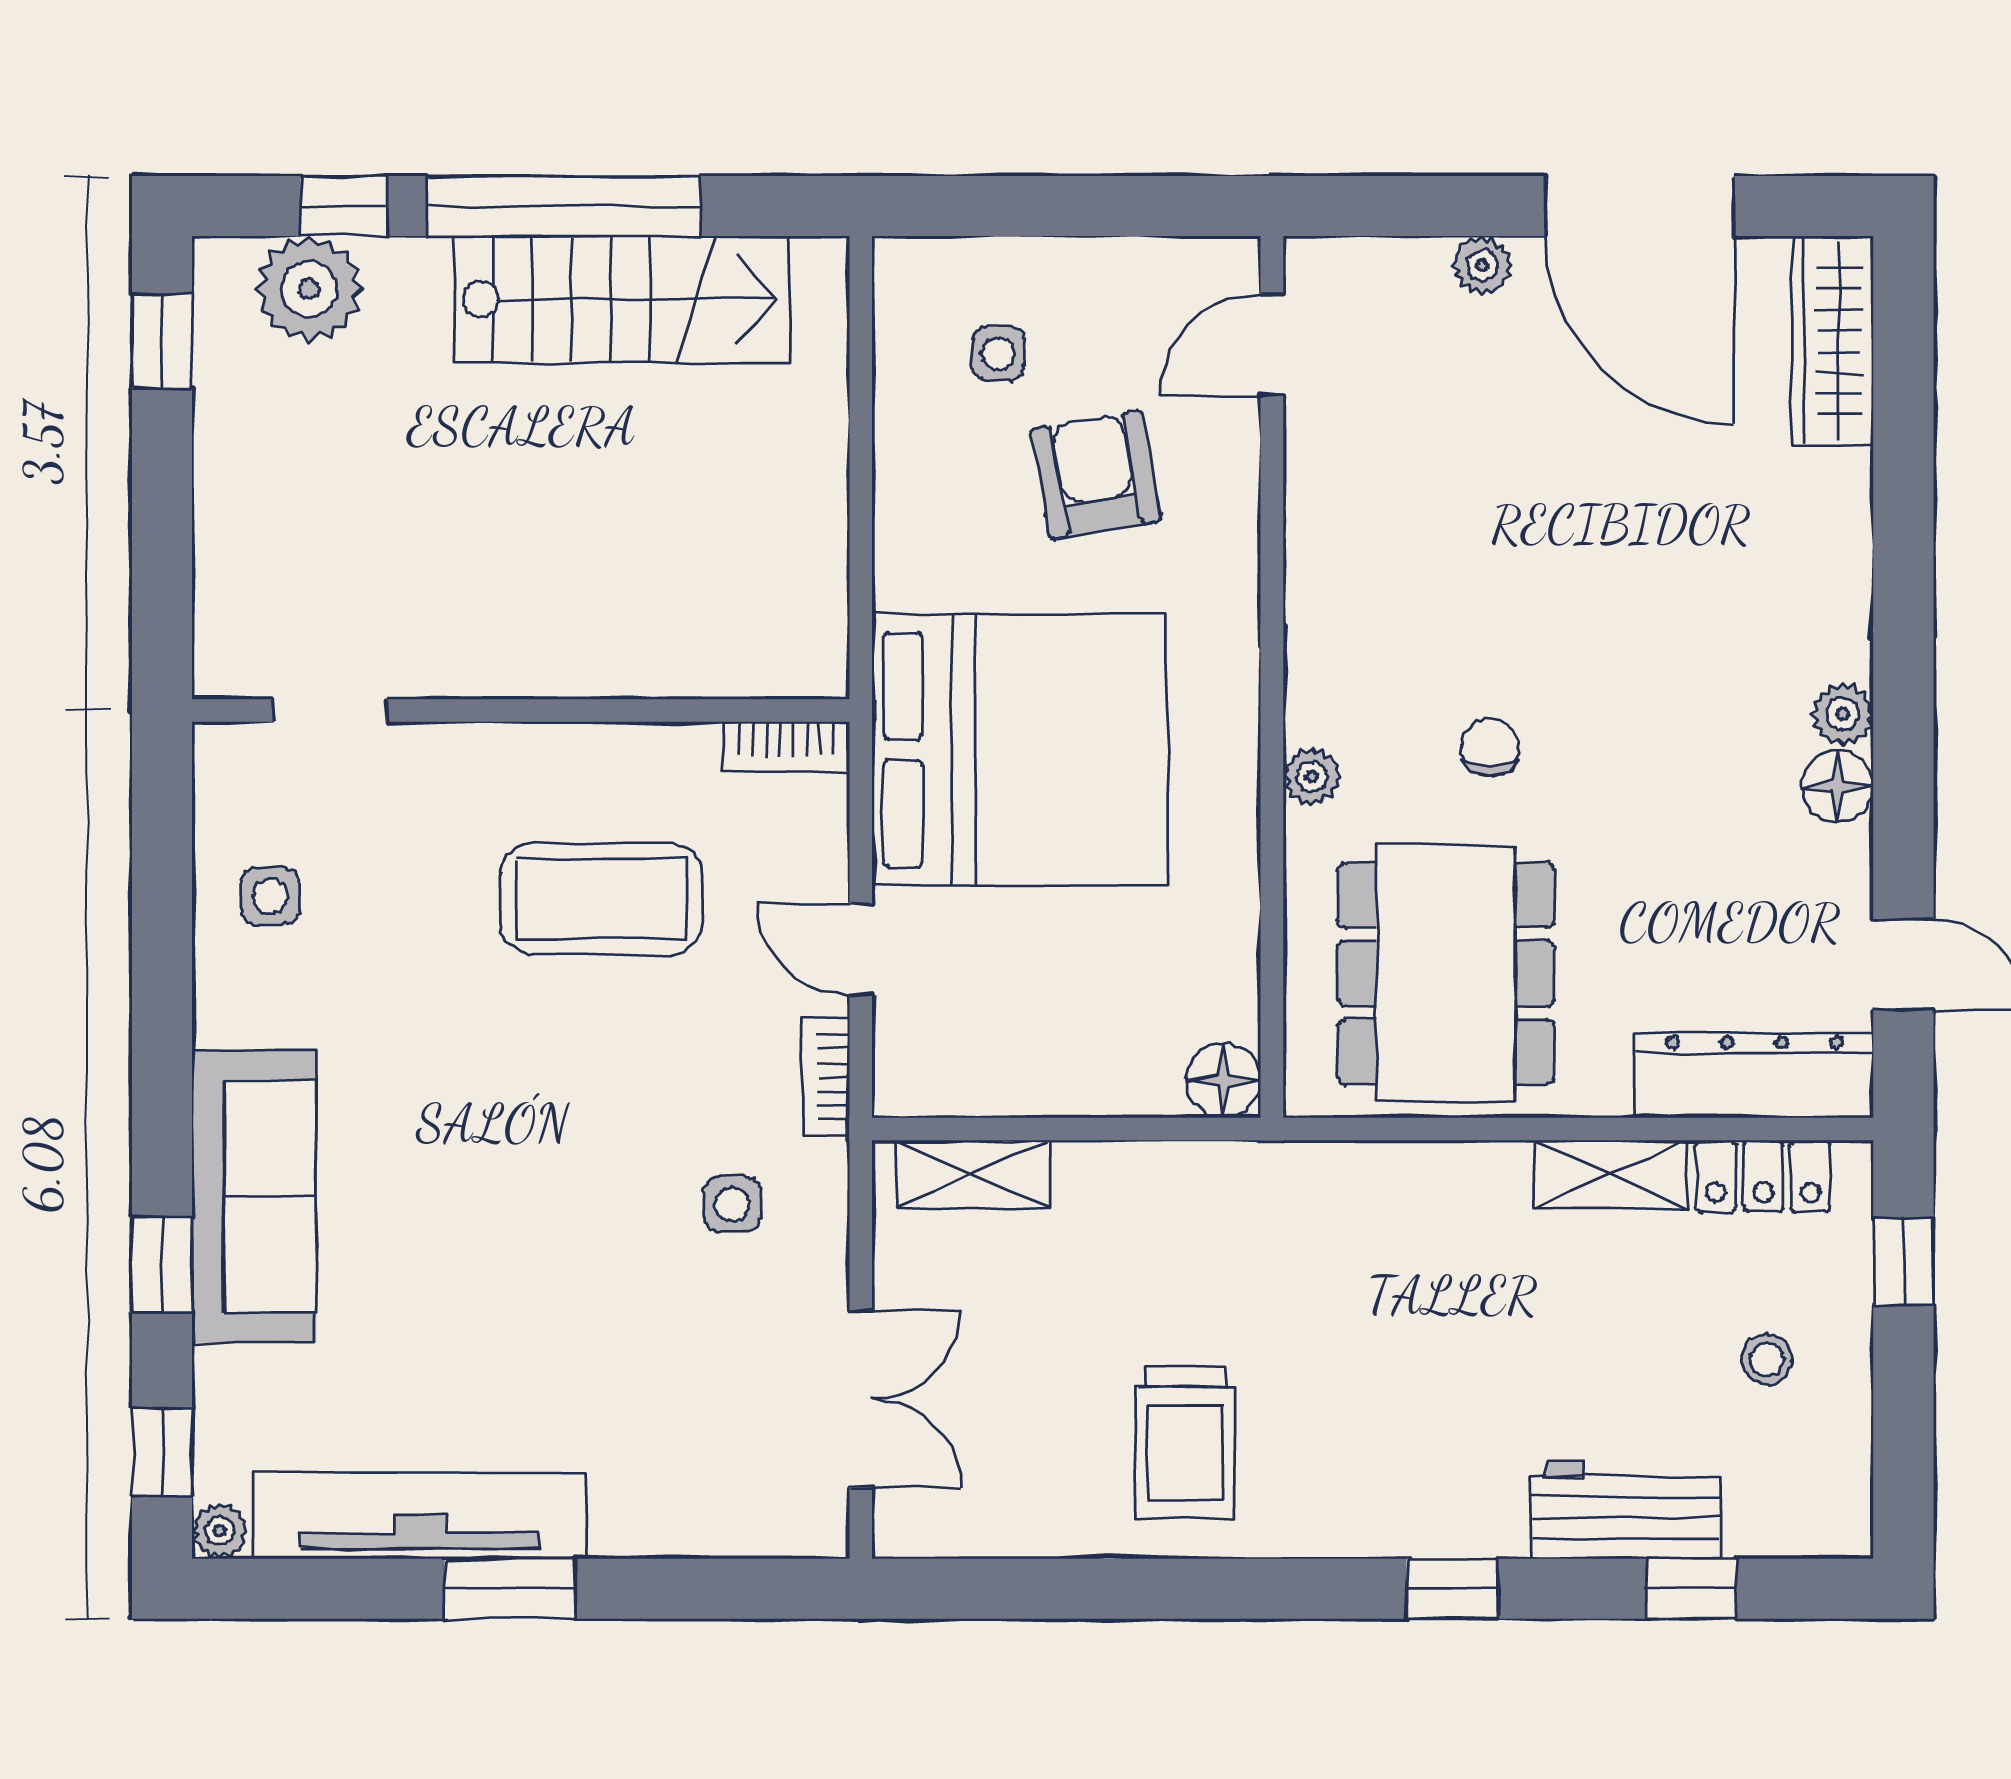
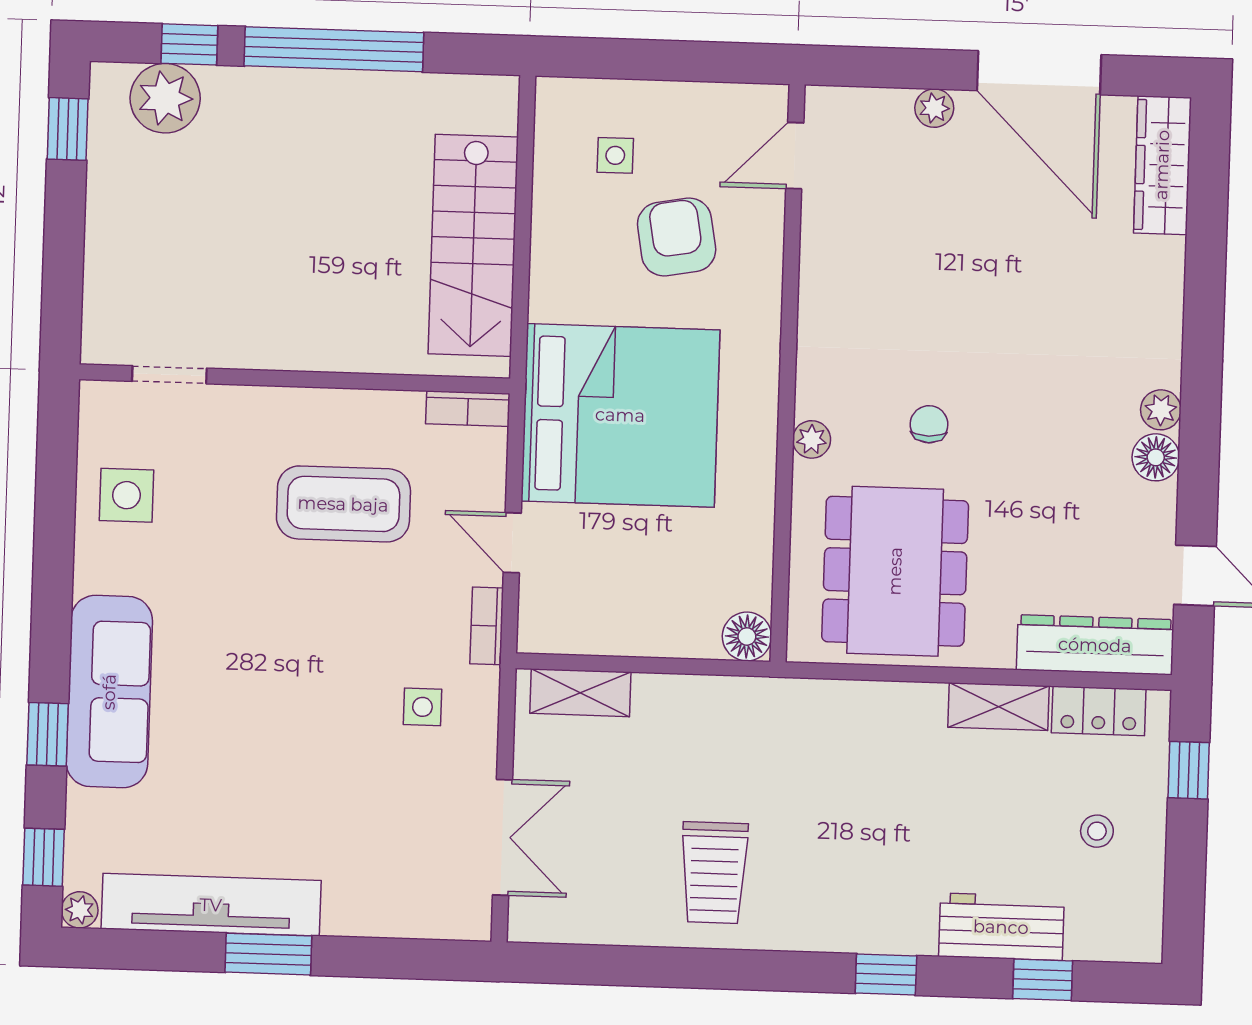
stairs: (622, 299) -> (473, 245), moved, turned 90
side table: (270, 896) -> (126, 495), width x1.37, depth x1.37

